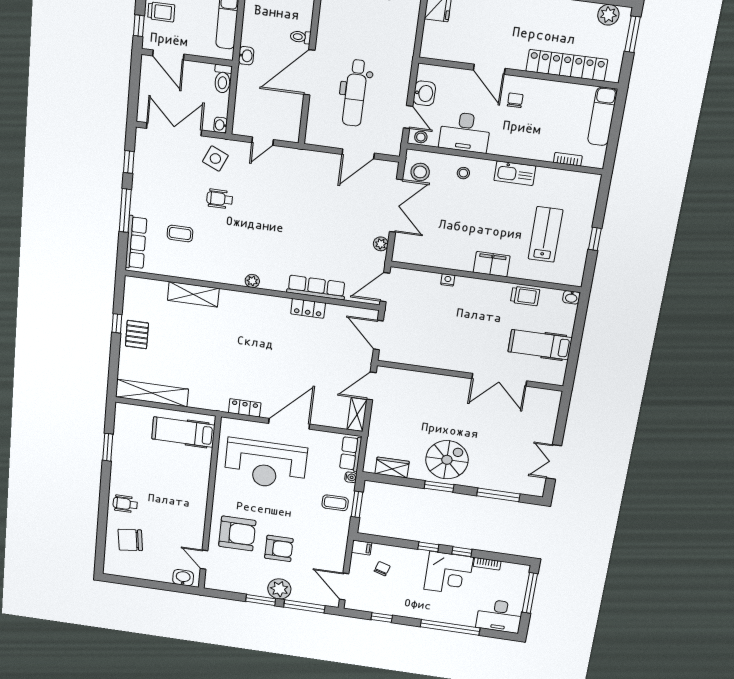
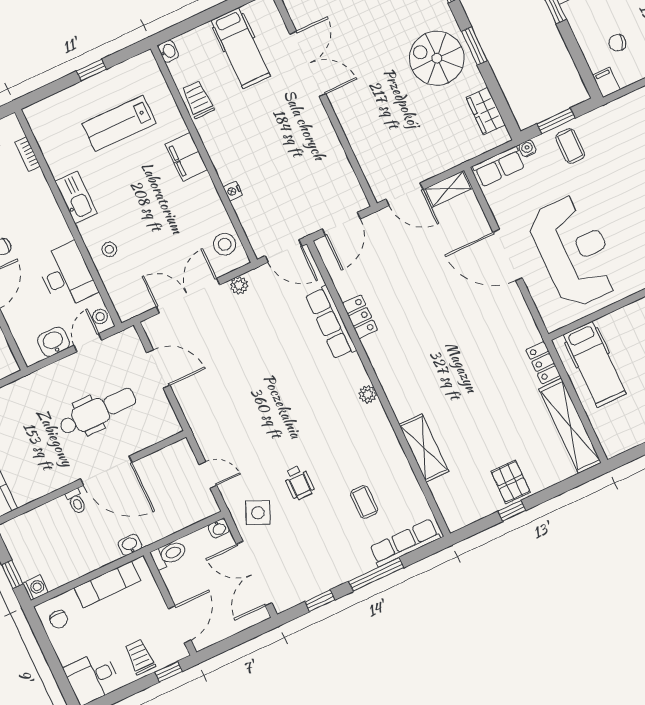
stool: (420, 172) -> (225, 244), moved
pallet: (137, 335) -> (511, 482), turned 90
locker: (245, 408) -> (543, 363), moved

